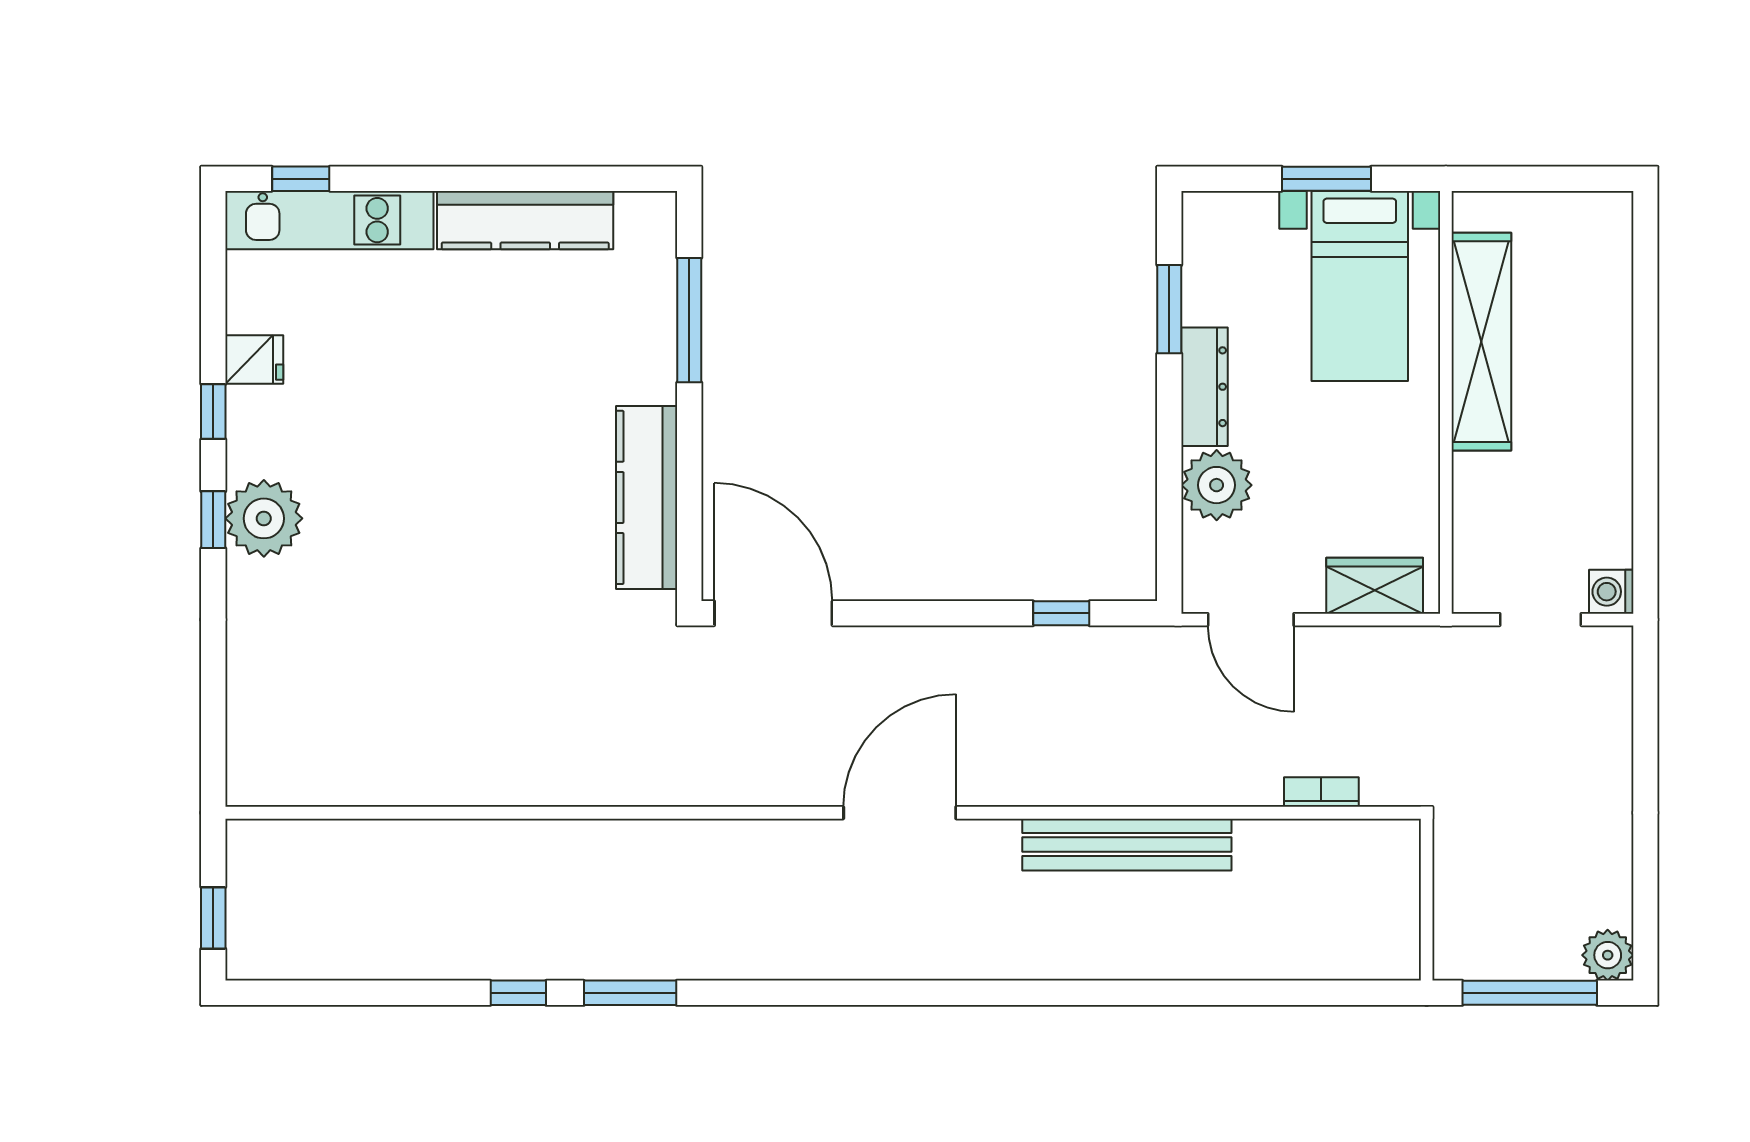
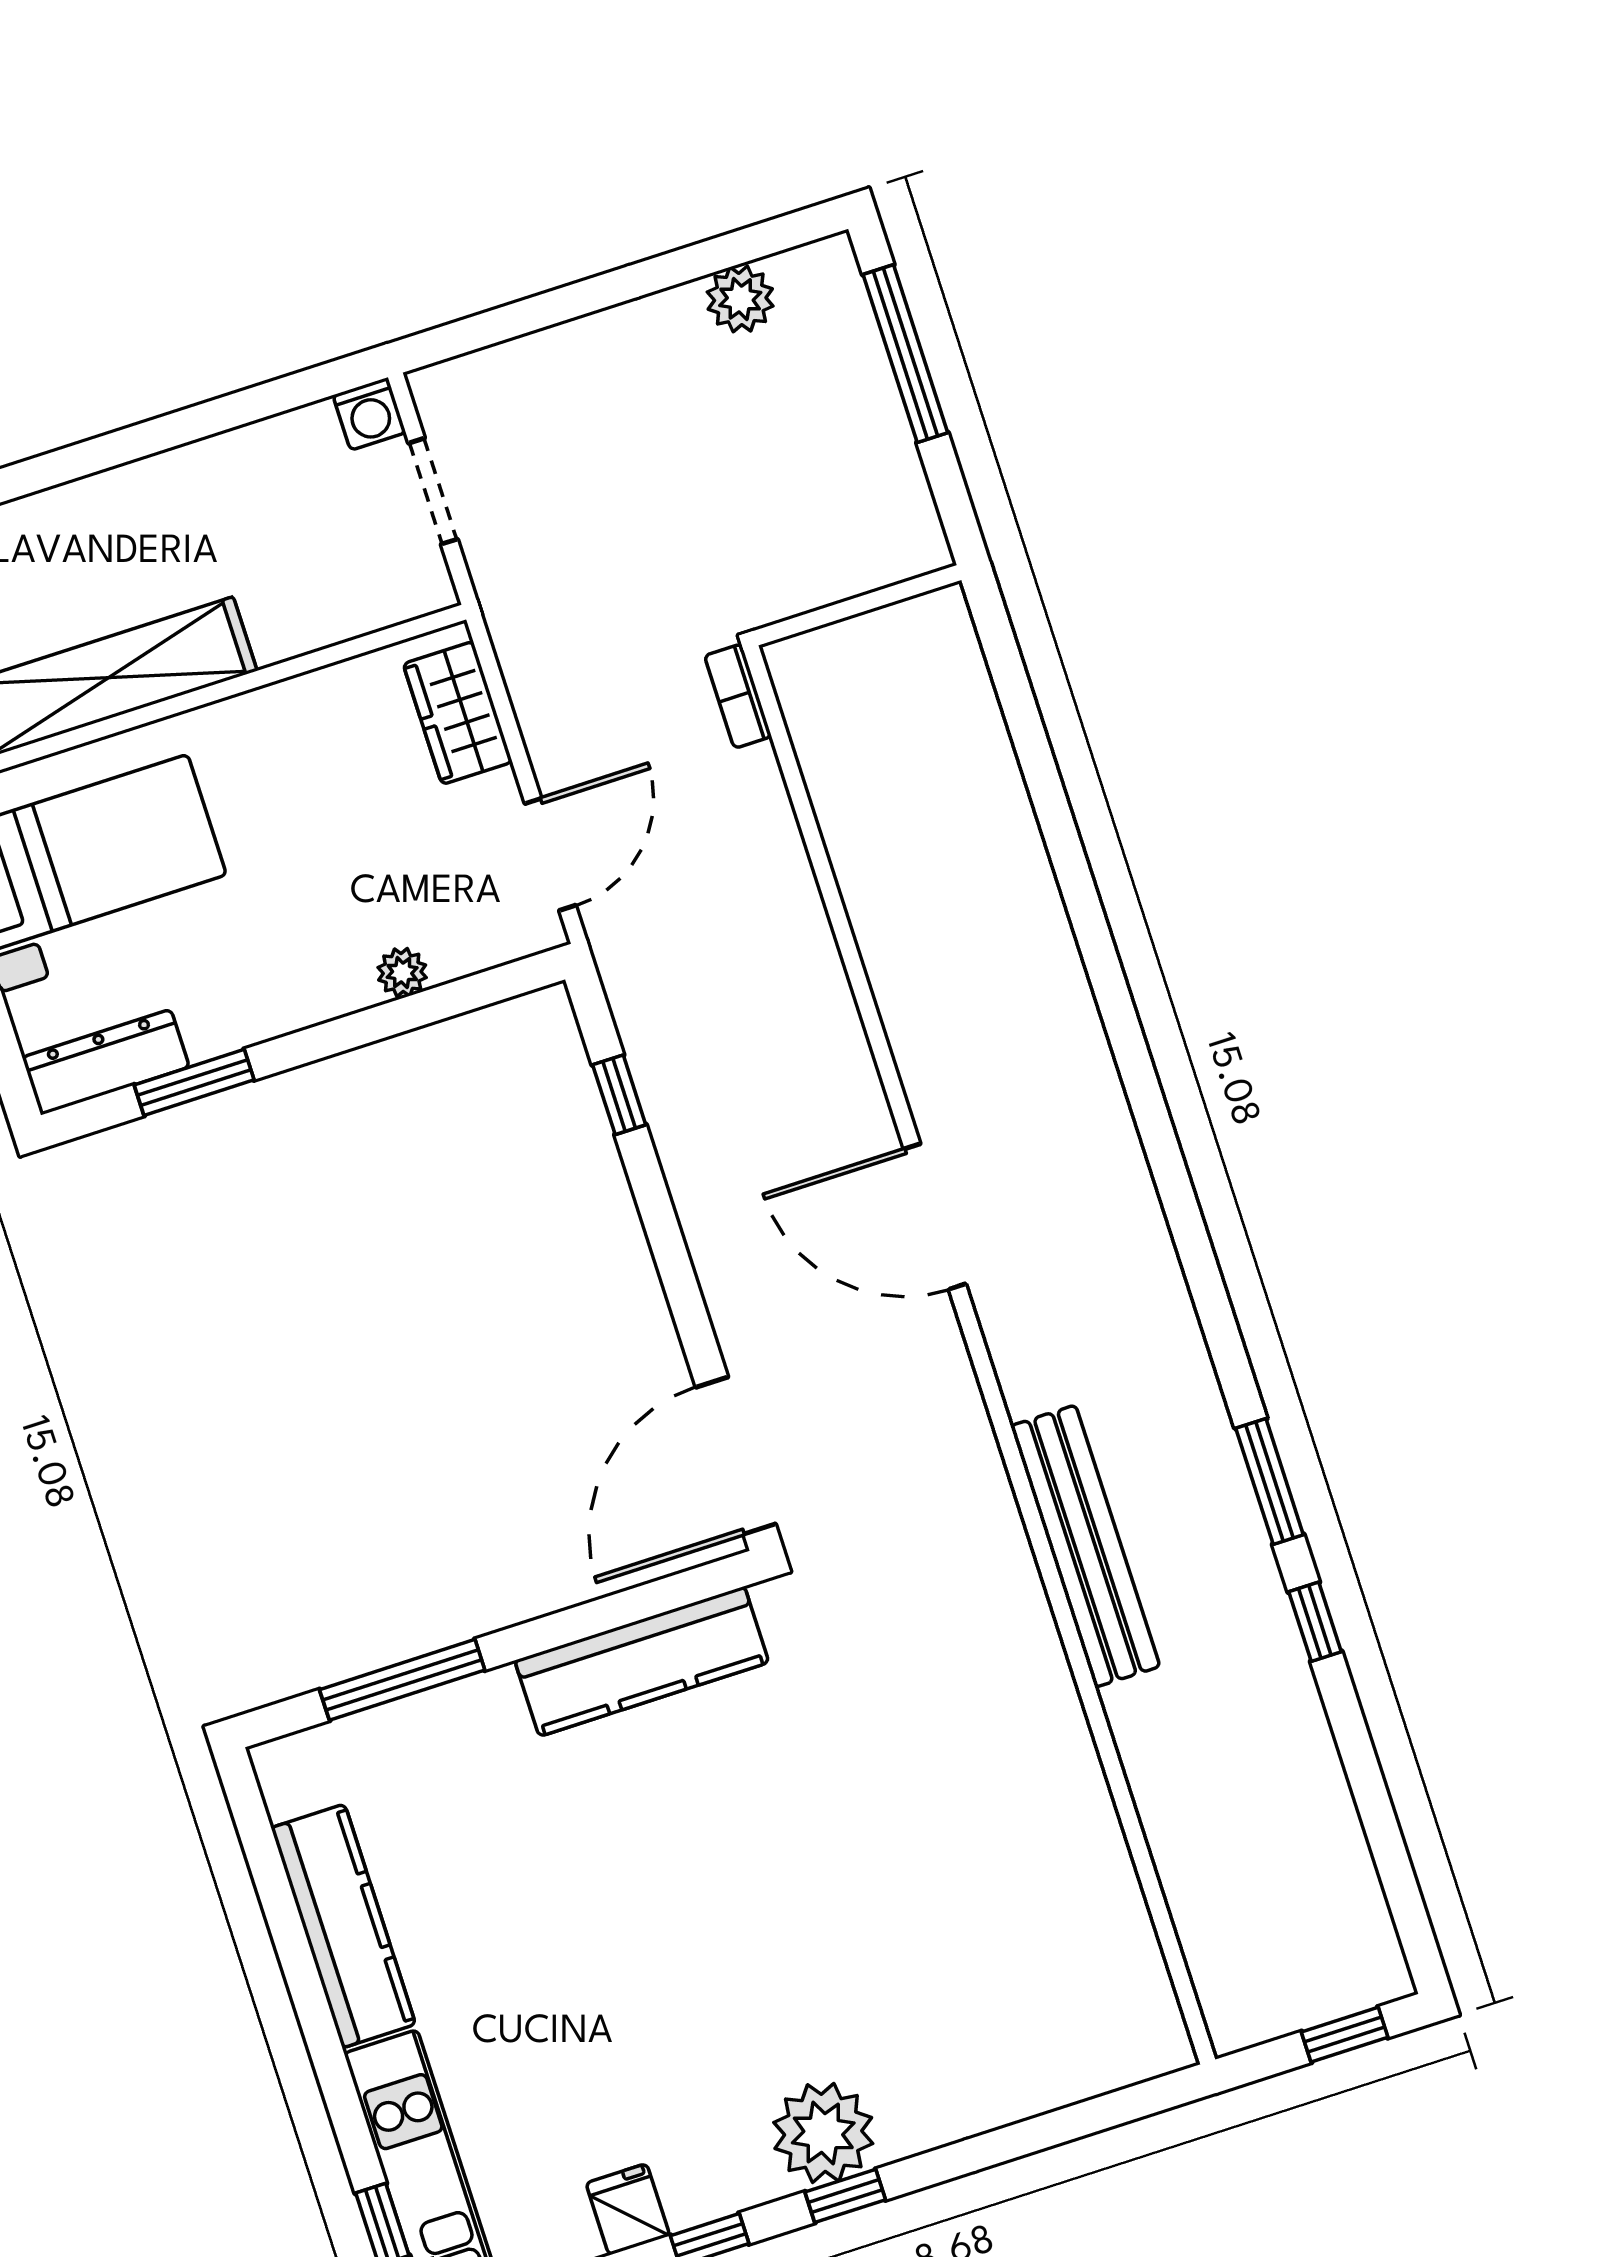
dresser: (1205, 387) -> (106, 1062), moved
plant: (1217, 485) -> (402, 972), width x0.53, depth x0.53
bench: (1127, 845) -> (1085, 1546), moved
wall: (1427, 900) -> (858, 605), moved
plant: (1608, 955) -> (740, 299), moved

